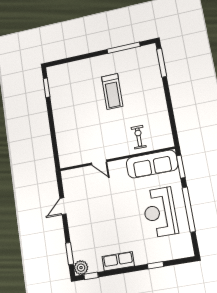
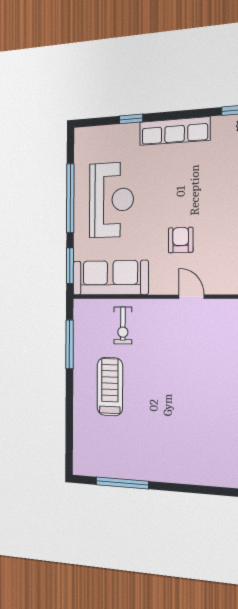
window: (162, 63) -> (70, 344), moved
treadmill: (112, 92) -> (110, 387), moved
armchair: (111, 194) -> (181, 240), added
row of seats: (118, 261) -> (175, 131), width x1.48

